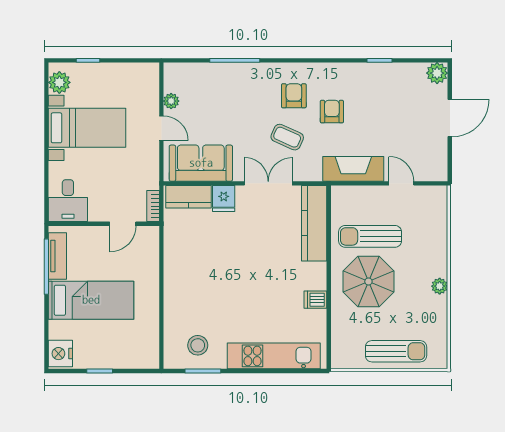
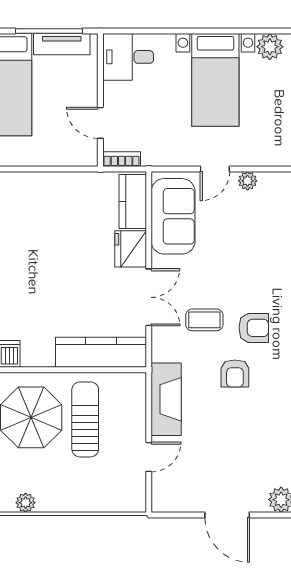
armchair: (332, 112) -> (235, 374), turned 90
coffee table: (287, 137) -> (204, 320), turned 66
fridge: (224, 199) -> (131, 249), width x1.38

